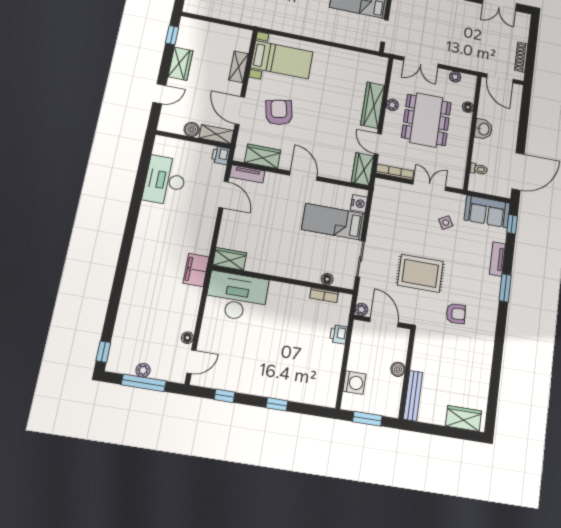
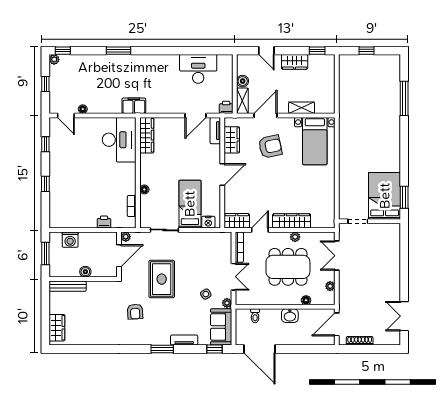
plant: (460, 199) -> (227, 303), added
wardrobe: (230, 259) -> (147, 135), width x1.50
window: (119, 277) -> (118, 51), added
floor lamp: (327, 279) -> (144, 189), moved
plant: (143, 370) -> (54, 59), moved
window: (144, 383) -> (45, 84), width x0.46

